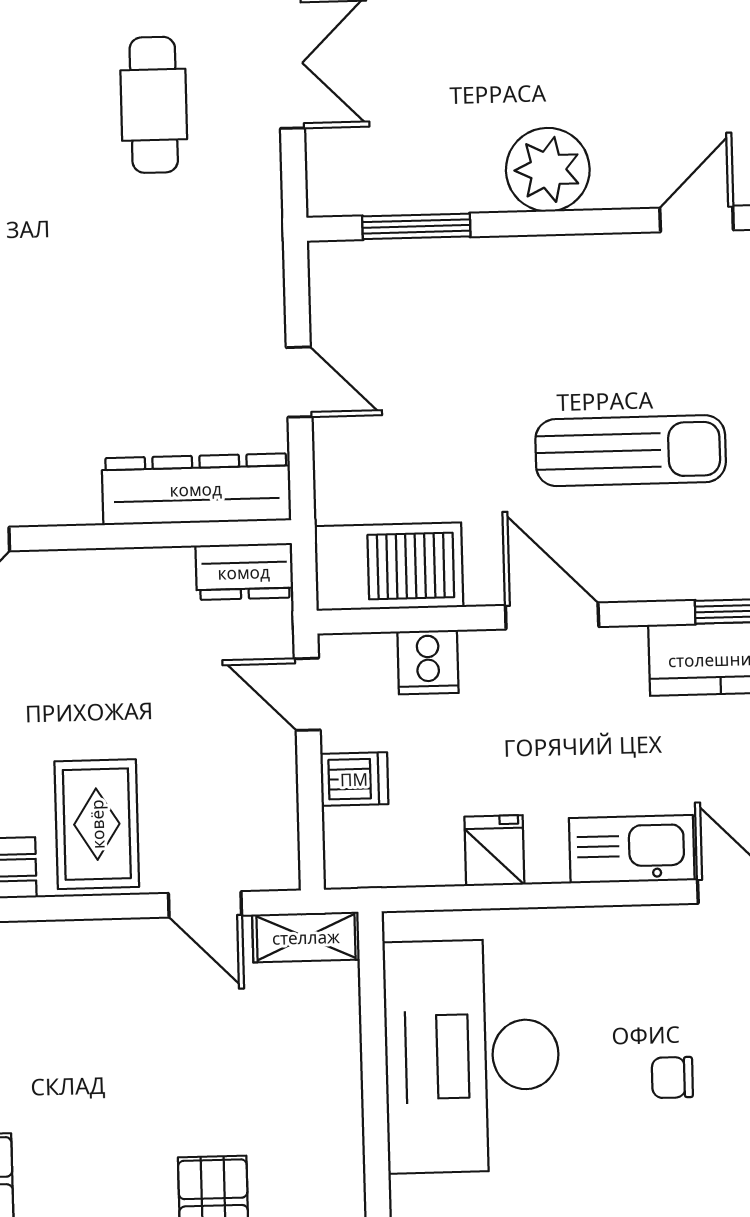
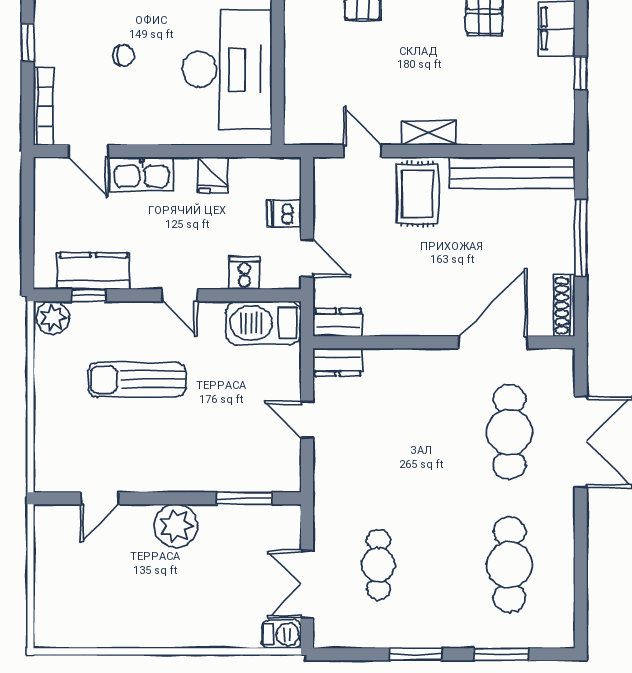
dresser: (196, 489) -> (338, 362), width x0.51, depth x0.80
door: (552, 616) -> (180, 295), width x0.73
shelving: (306, 937) -> (429, 133), moved

